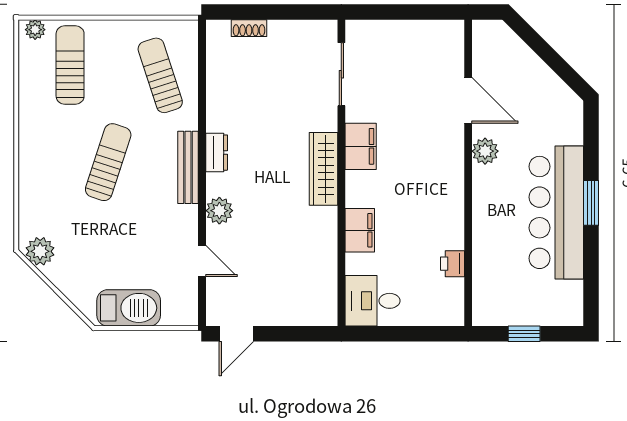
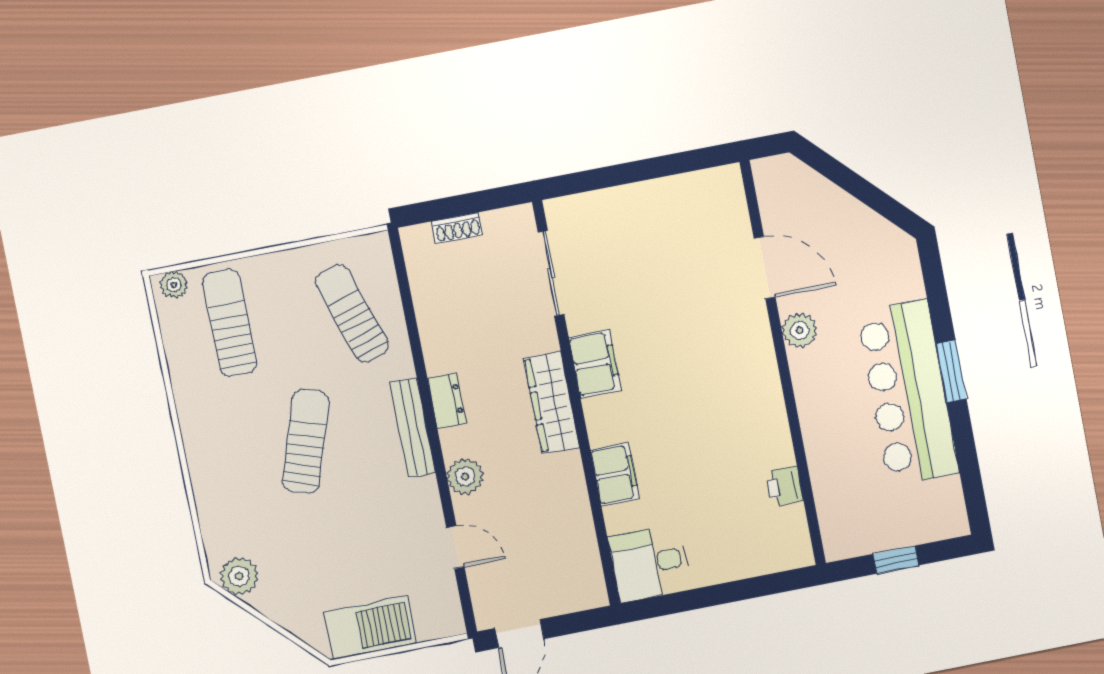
sliding door: (341, 74) -> (551, 273), moved
filing cabinet: (361, 146) -> (595, 364), moved
wardrobe: (323, 169) -> (552, 403), moved
wall: (341, 173) -> (576, 403), moved
filing cabinet: (360, 230) -> (615, 474), moved
desk: (373, 301) -> (650, 563), moved

